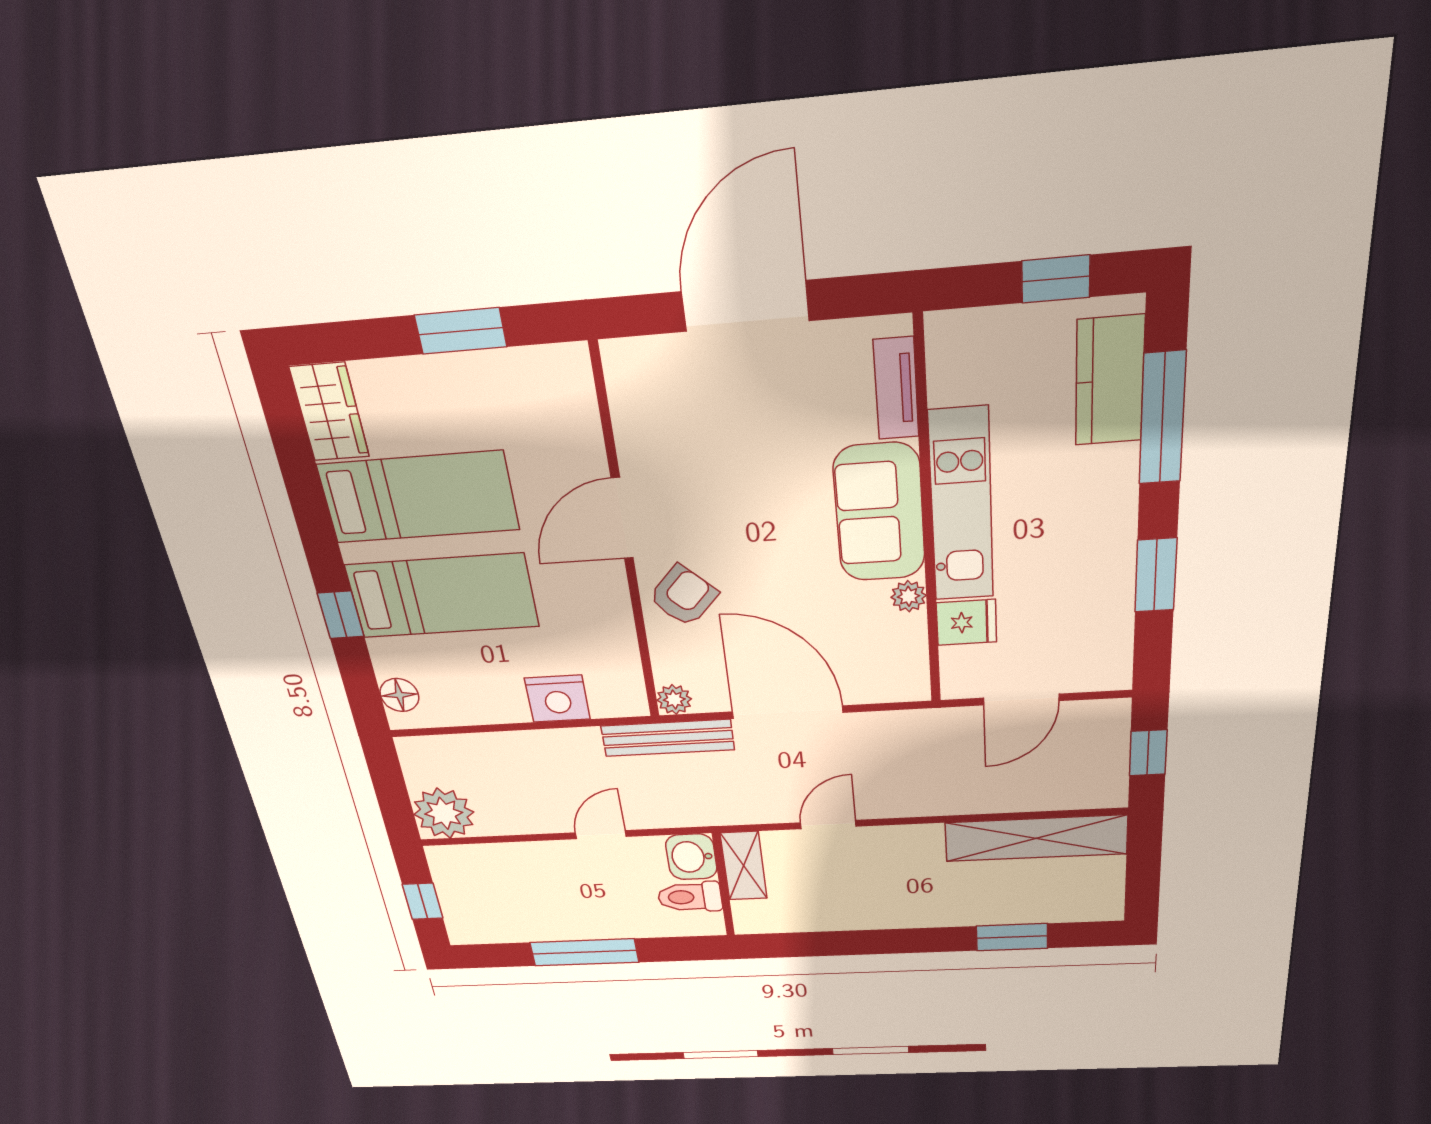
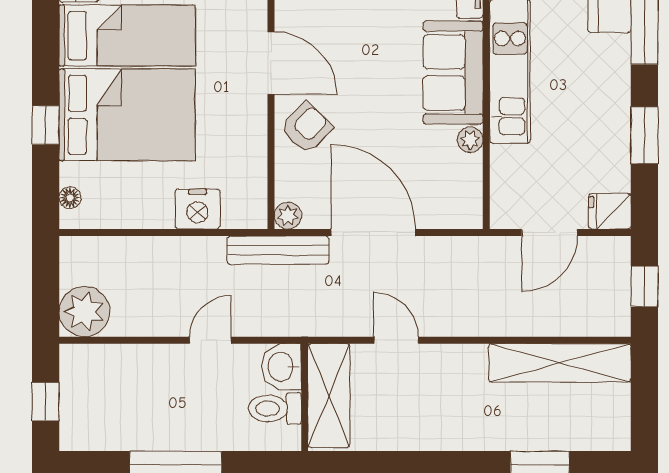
door: (622, 518) -> (271, 63), swing flipped
bed: (442, 596) -> (127, 115), width x1.50
fridge: (966, 622) -> (610, 211), moved, turned 180
floor lamp: (399, 695) -> (70, 198), width x0.73, depth x0.73
door: (828, 824) -> (396, 340), hinge flipped
shelving: (744, 866) -> (329, 396), width x1.50, depth x1.33

